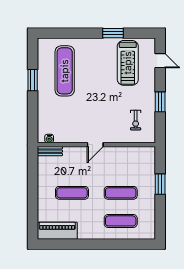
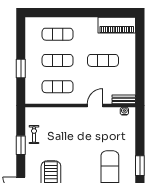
exercise bike: (136, 120) -> (34, 135), moved
door: (95, 145) -> (95, 105), moved
exercise mat: (121, 165) -> (58, 87), added

